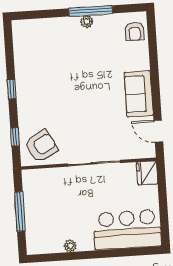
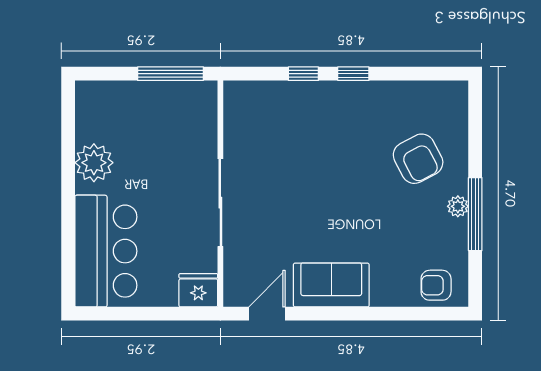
window: (15, 137) -> (303, 74), moved
armchair: (41, 146) -> (418, 159), moved
window: (20, 212) -> (170, 74), moved
plant: (70, 246) -> (94, 163), width x1.88, depth x1.88

